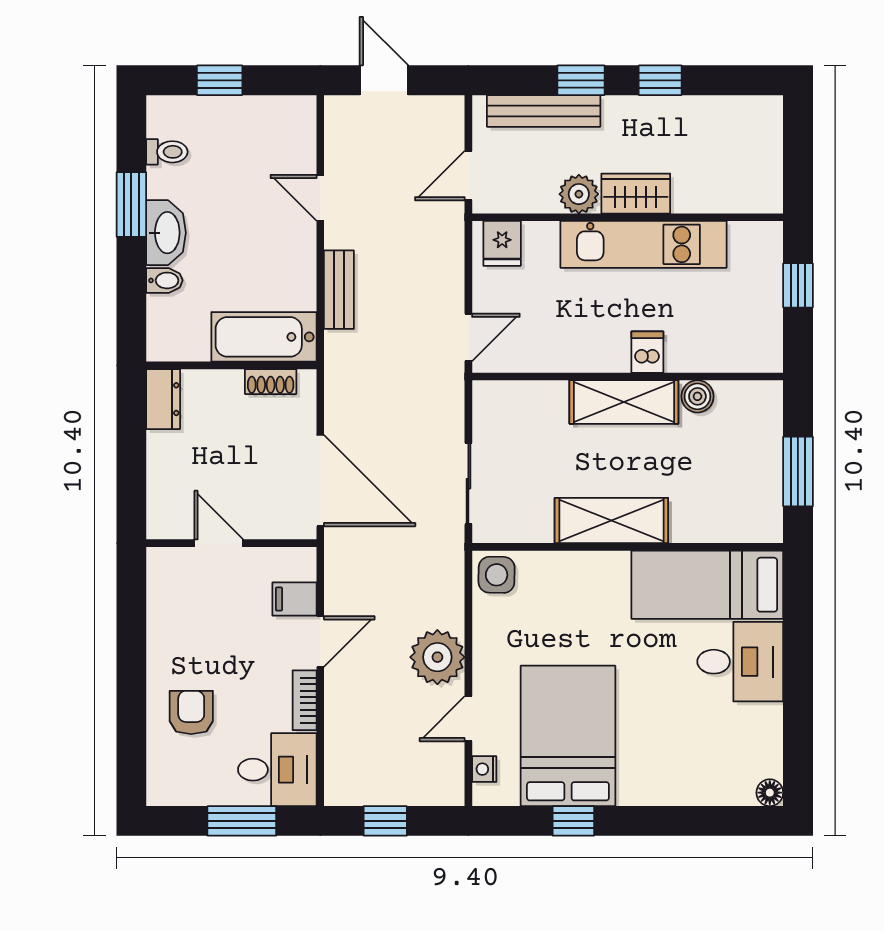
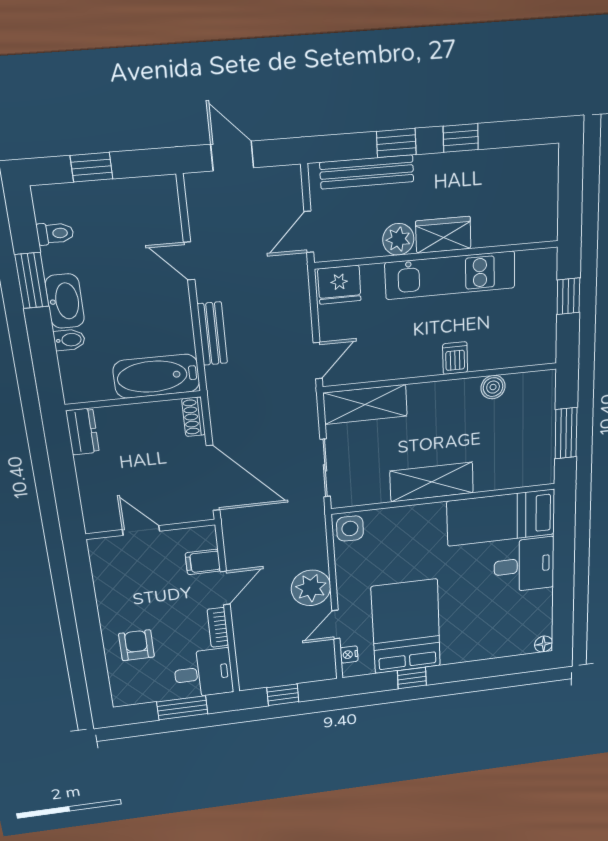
fridge: (502, 243) -> (339, 285), width x1.38
shoe rack: (271, 382) -> (193, 417), moved, turned 90
shelving: (624, 402) -> (365, 404), moved

